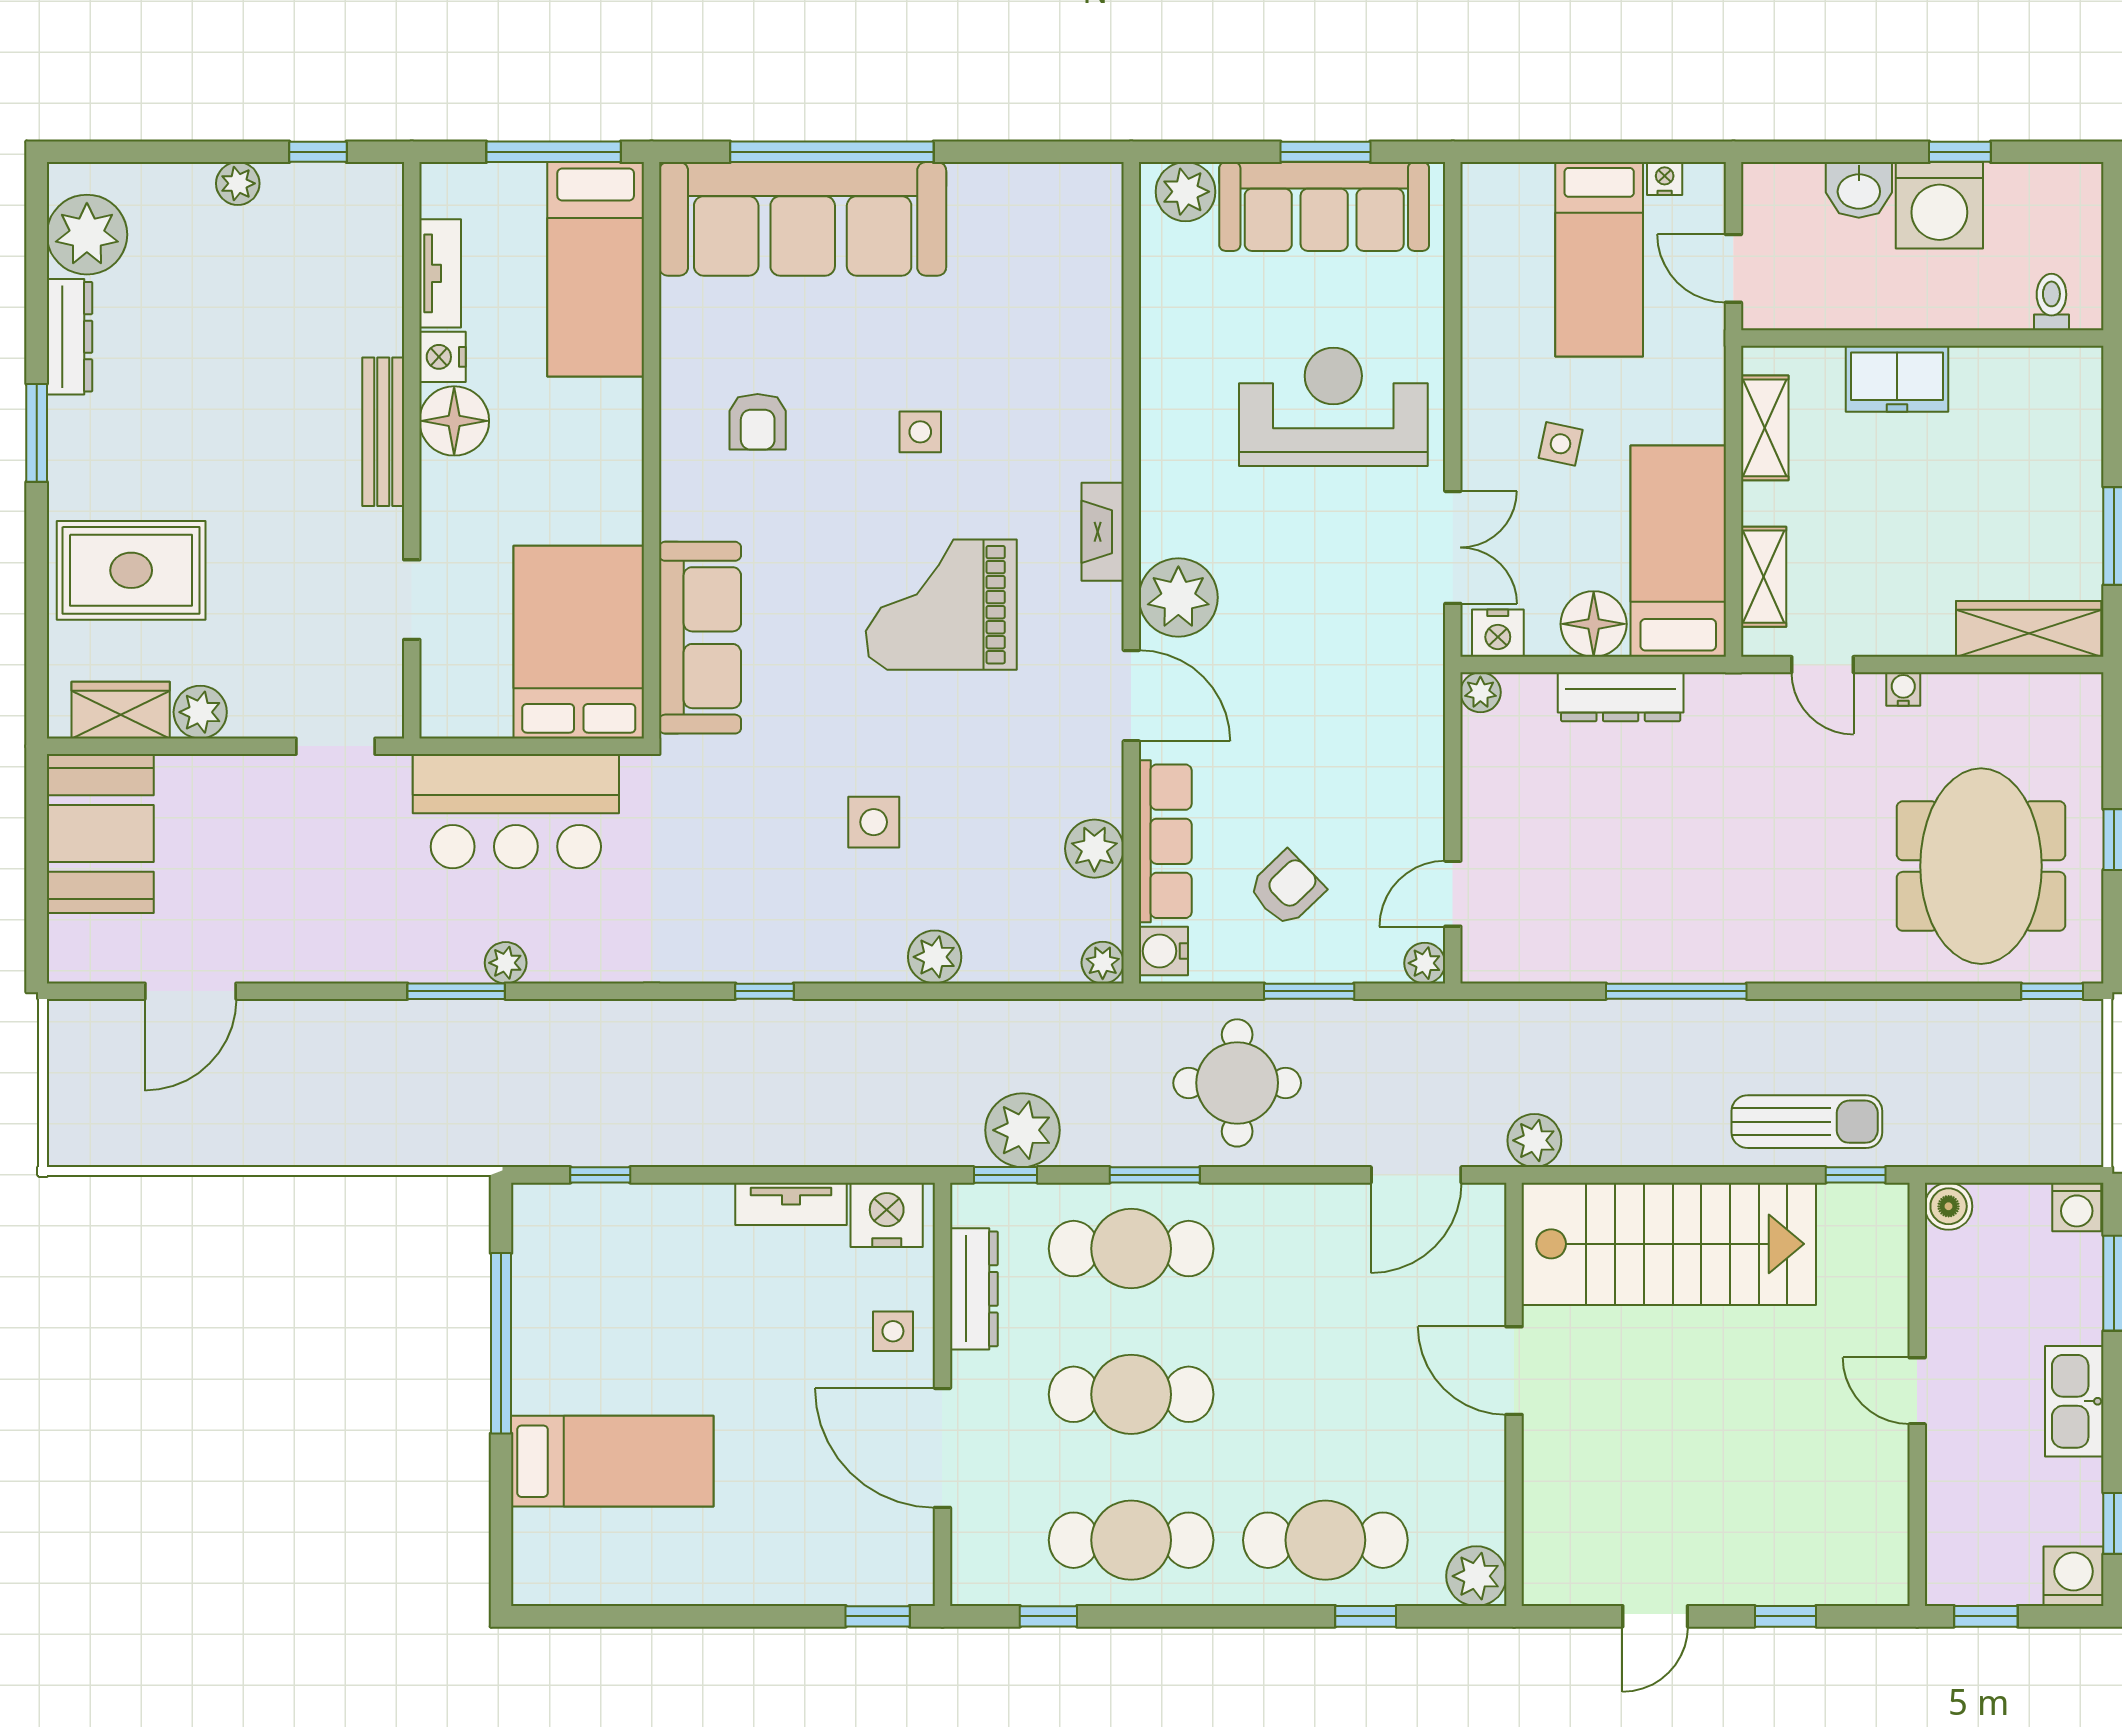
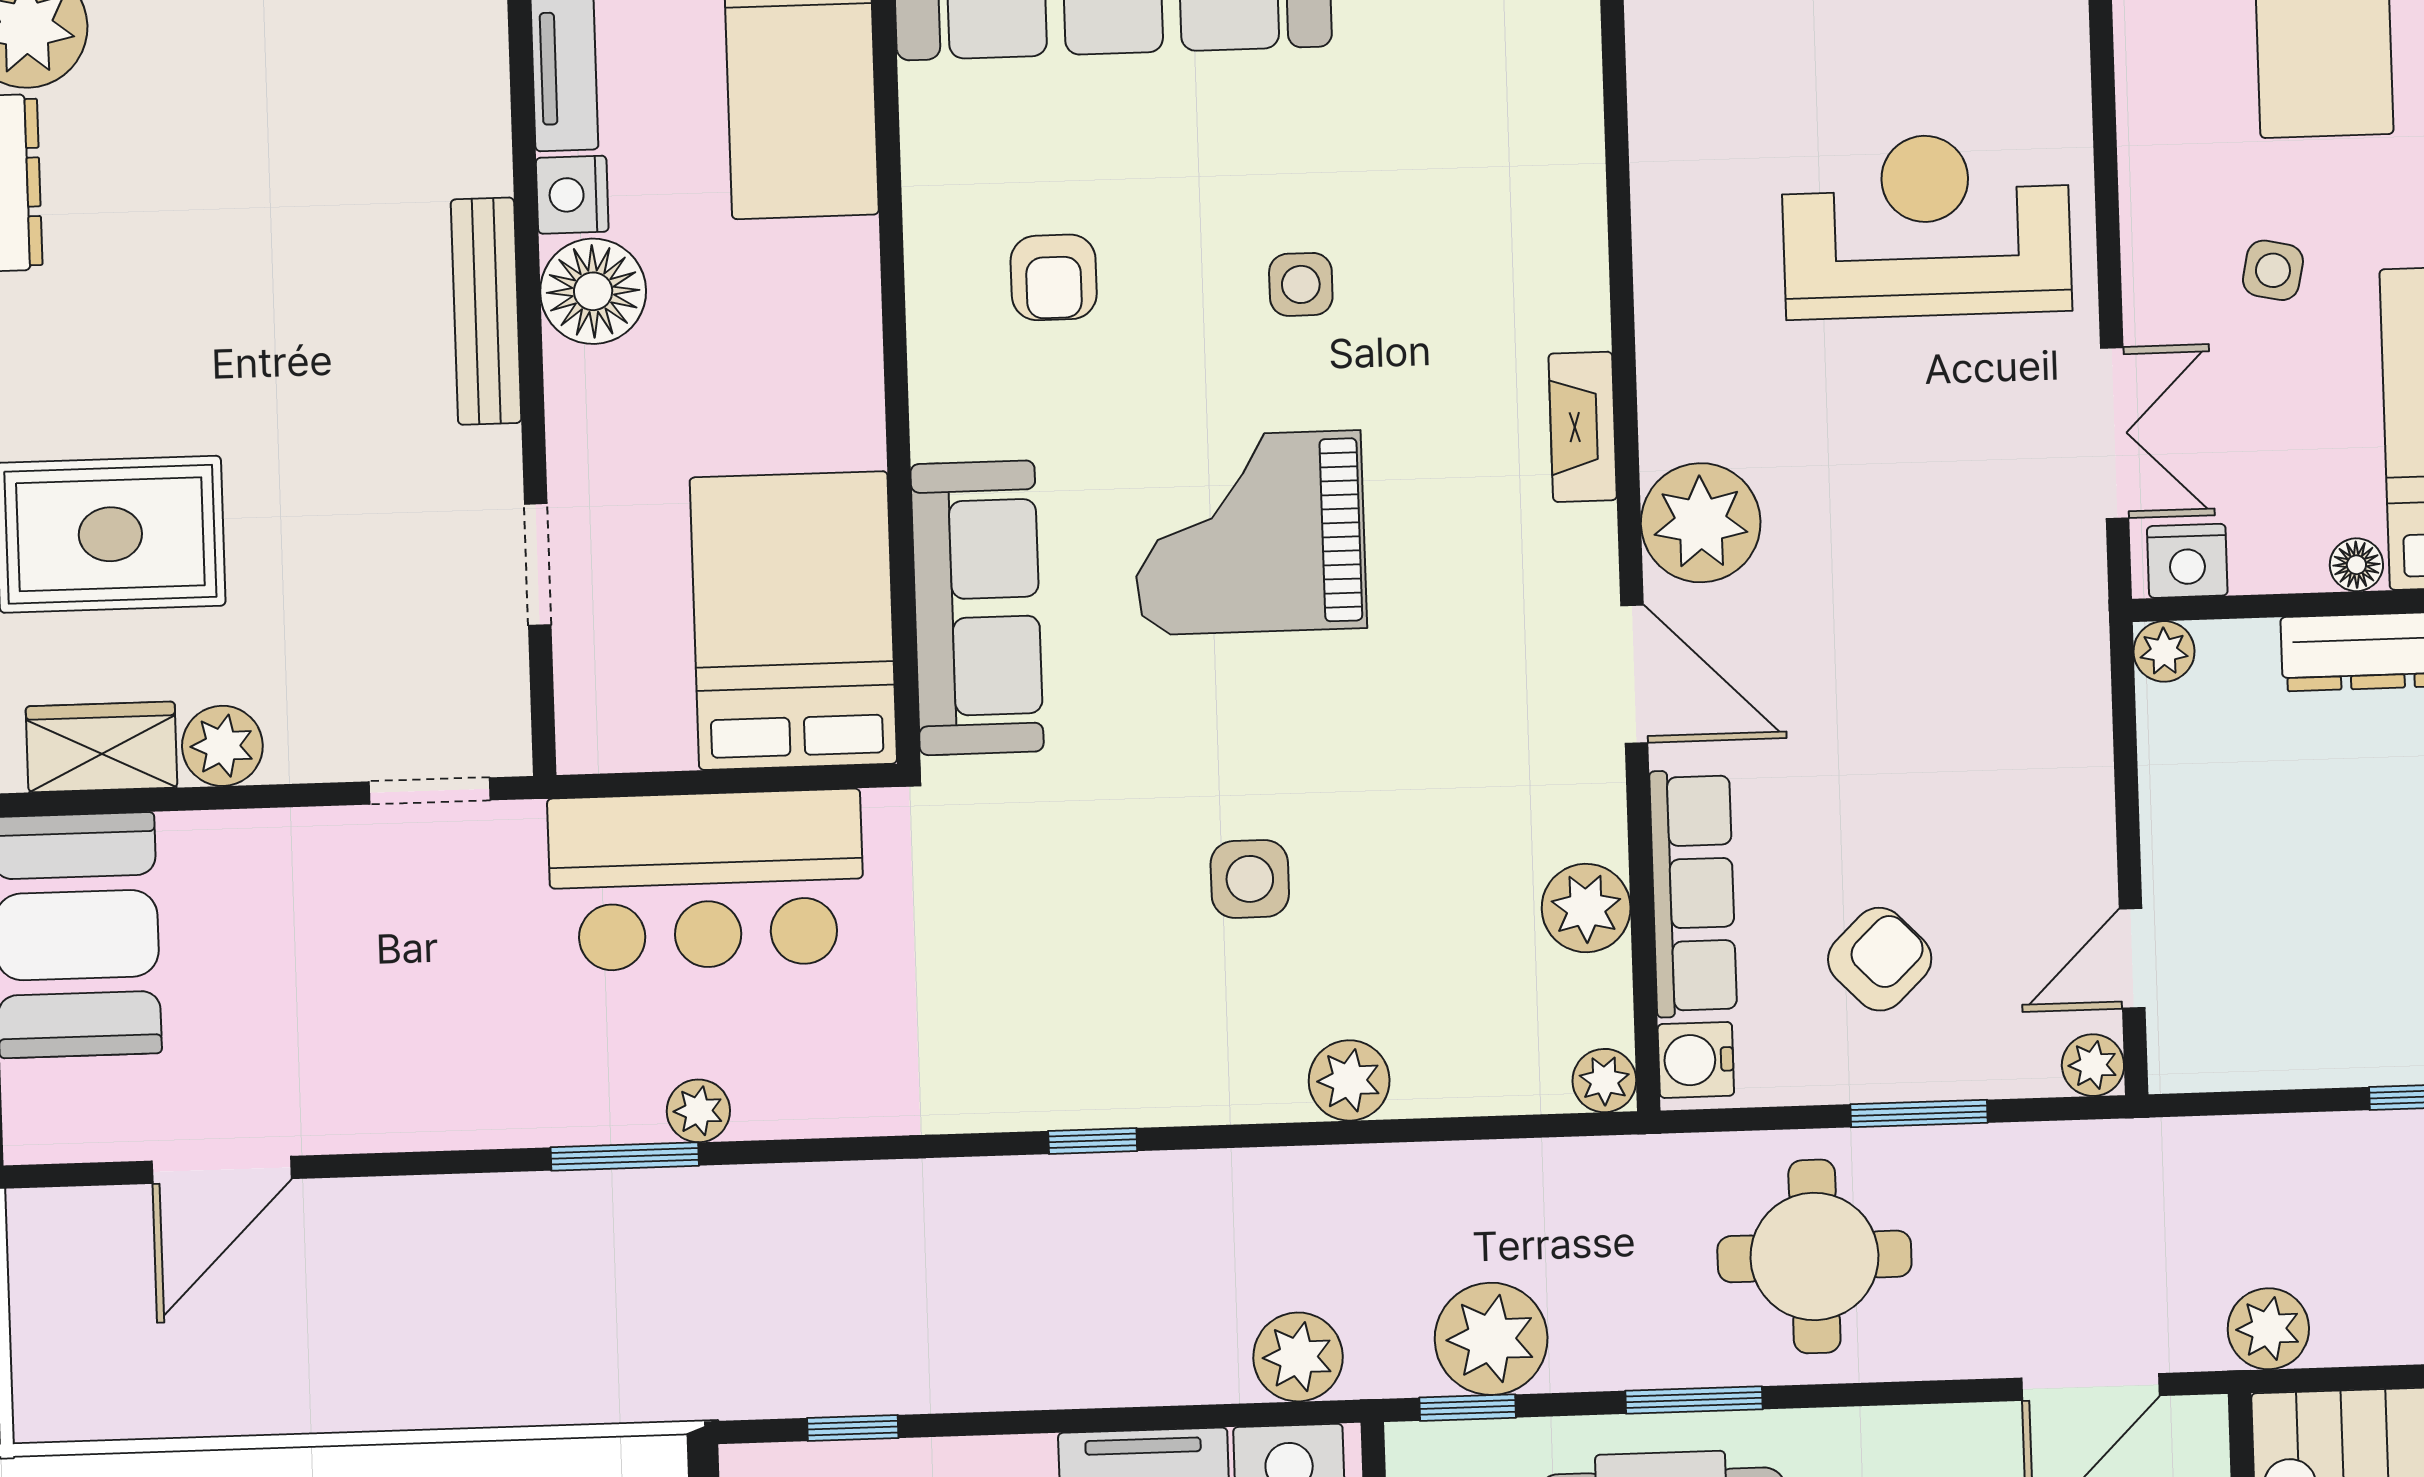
grand piano: (941, 605) -> (1249, 533), moved
floor lamp: (1594, 624) -> (2356, 565), width x0.53, depth x0.53
plant: (895, 1138) -> (1298, 1357), added

